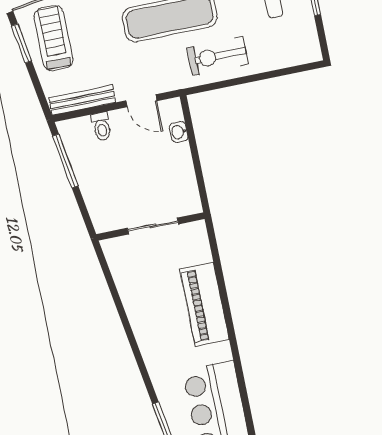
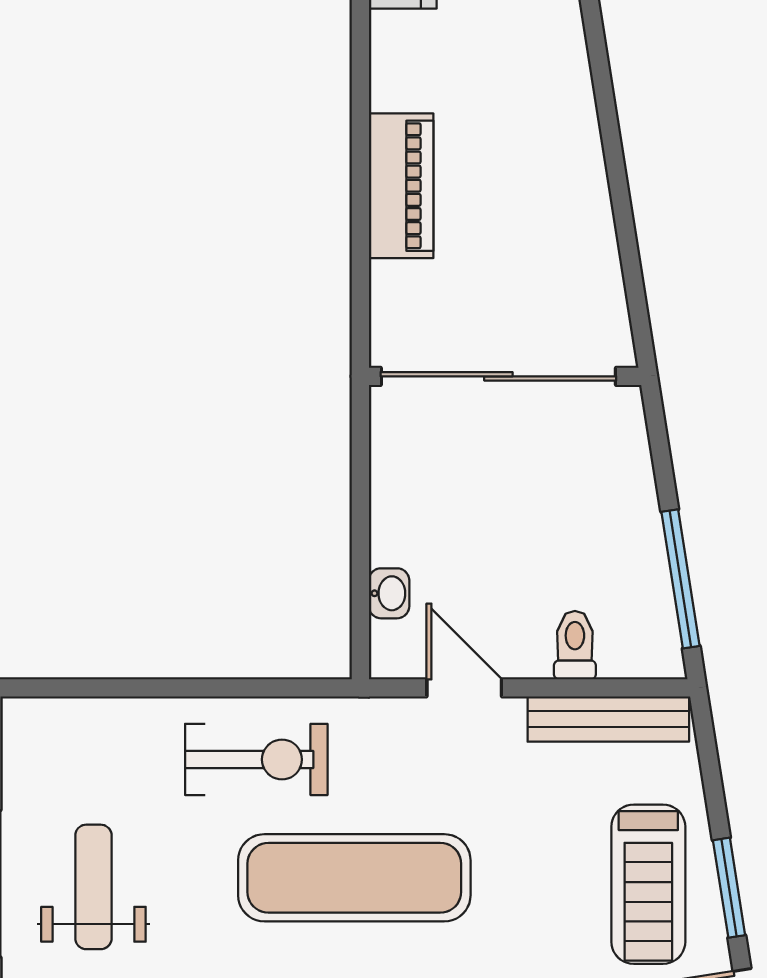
sliding door: (153, 226) -> (498, 376), width x1.86
piano: (204, 304) -> (401, 186), width x0.73, depth x0.75

